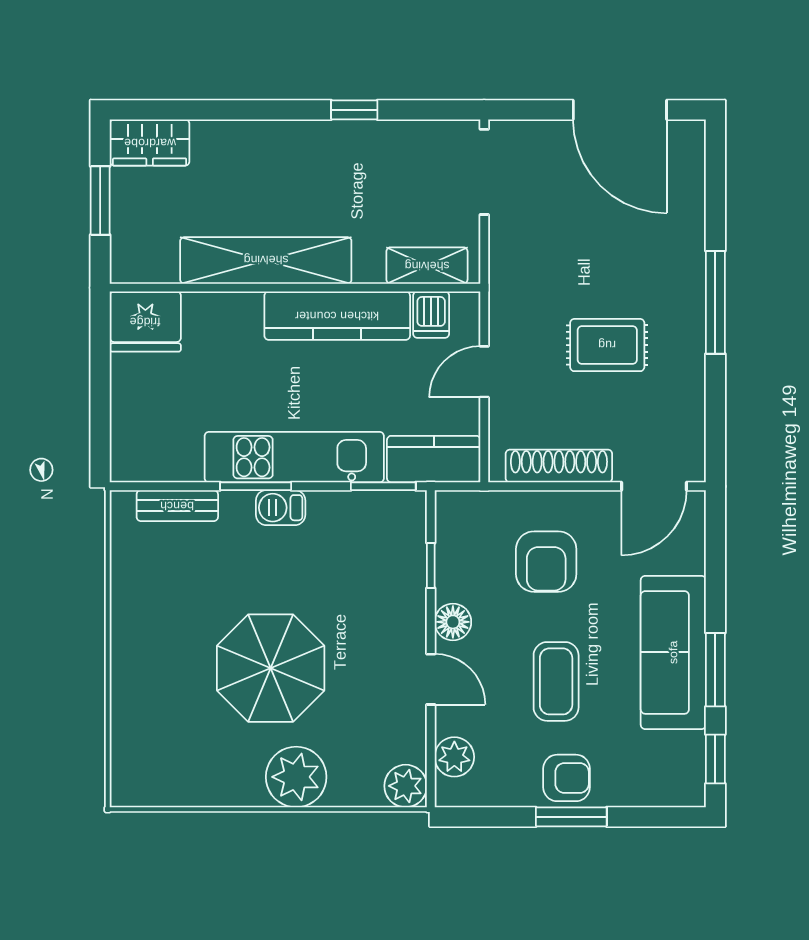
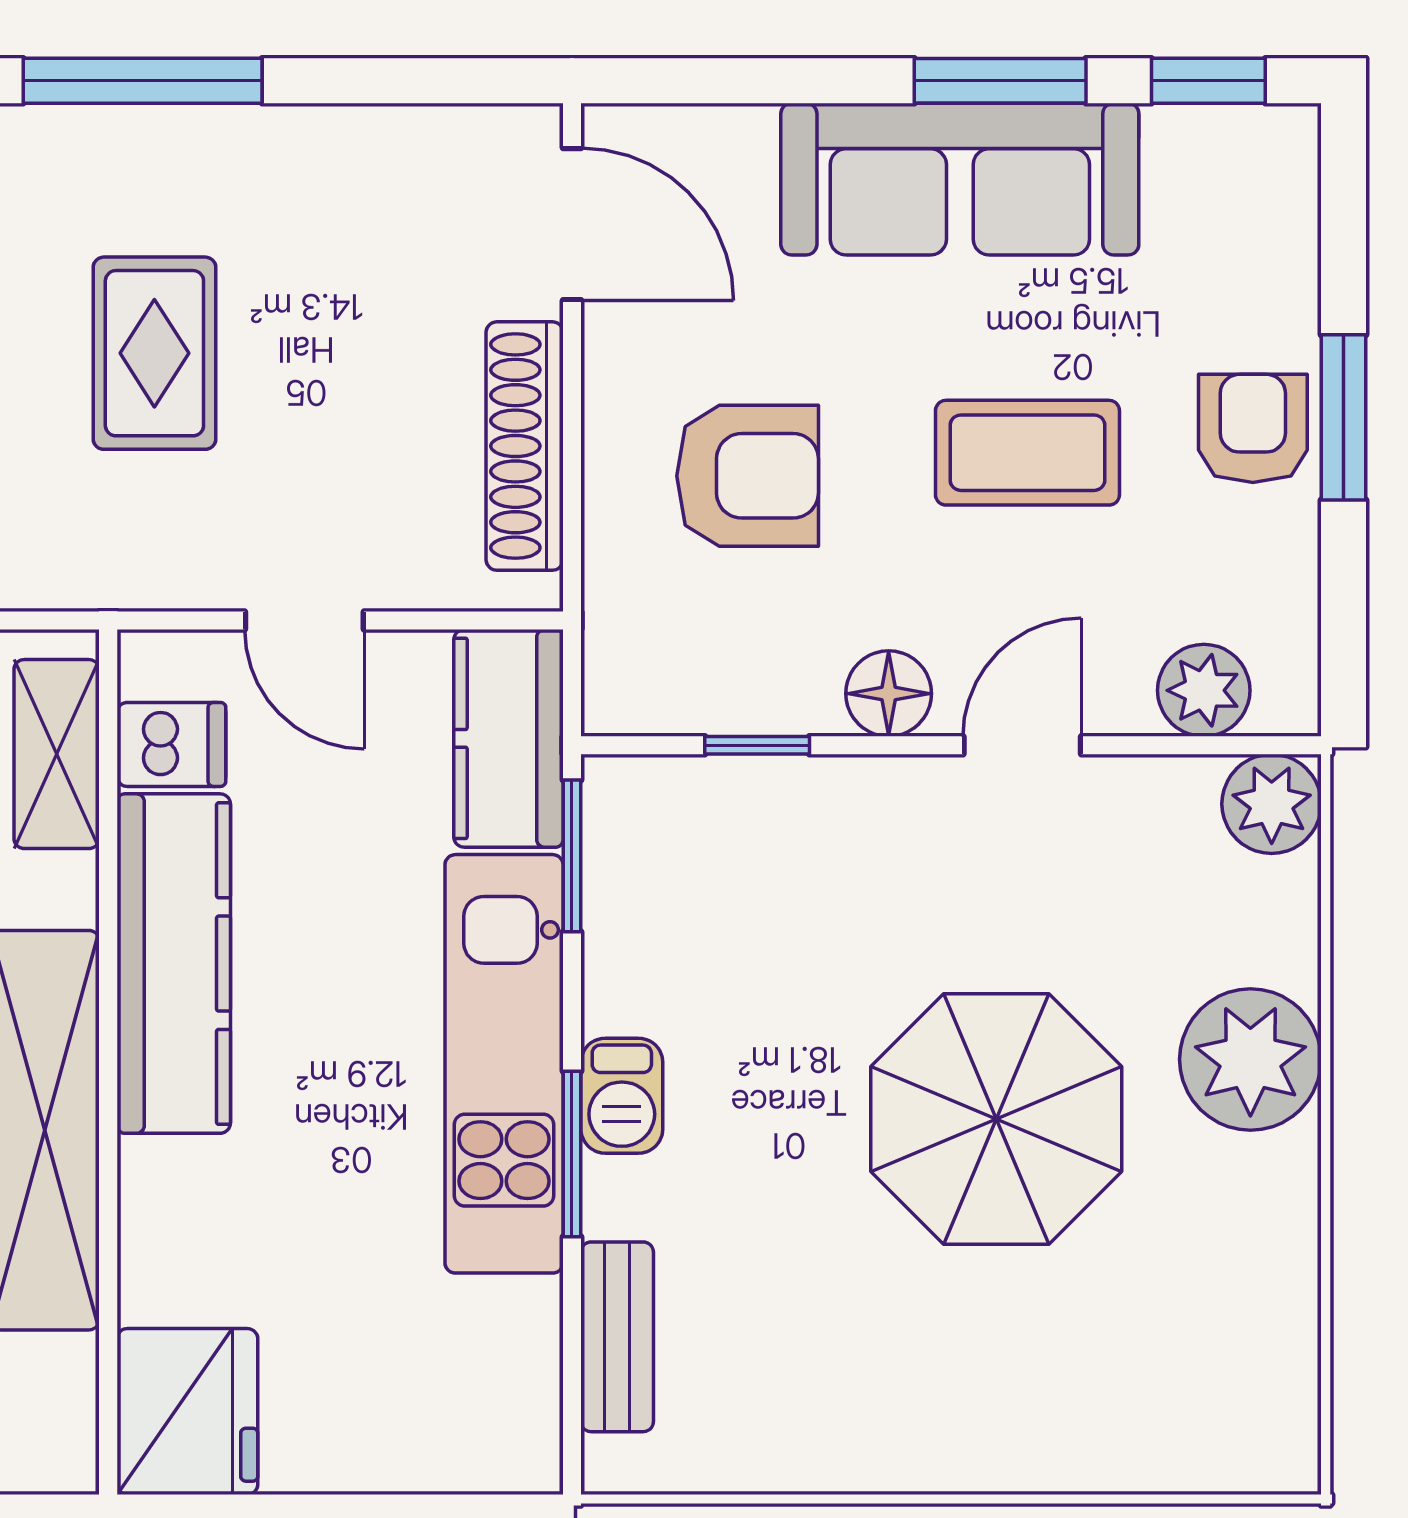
rug: (607, 345) -> (154, 353), moved

